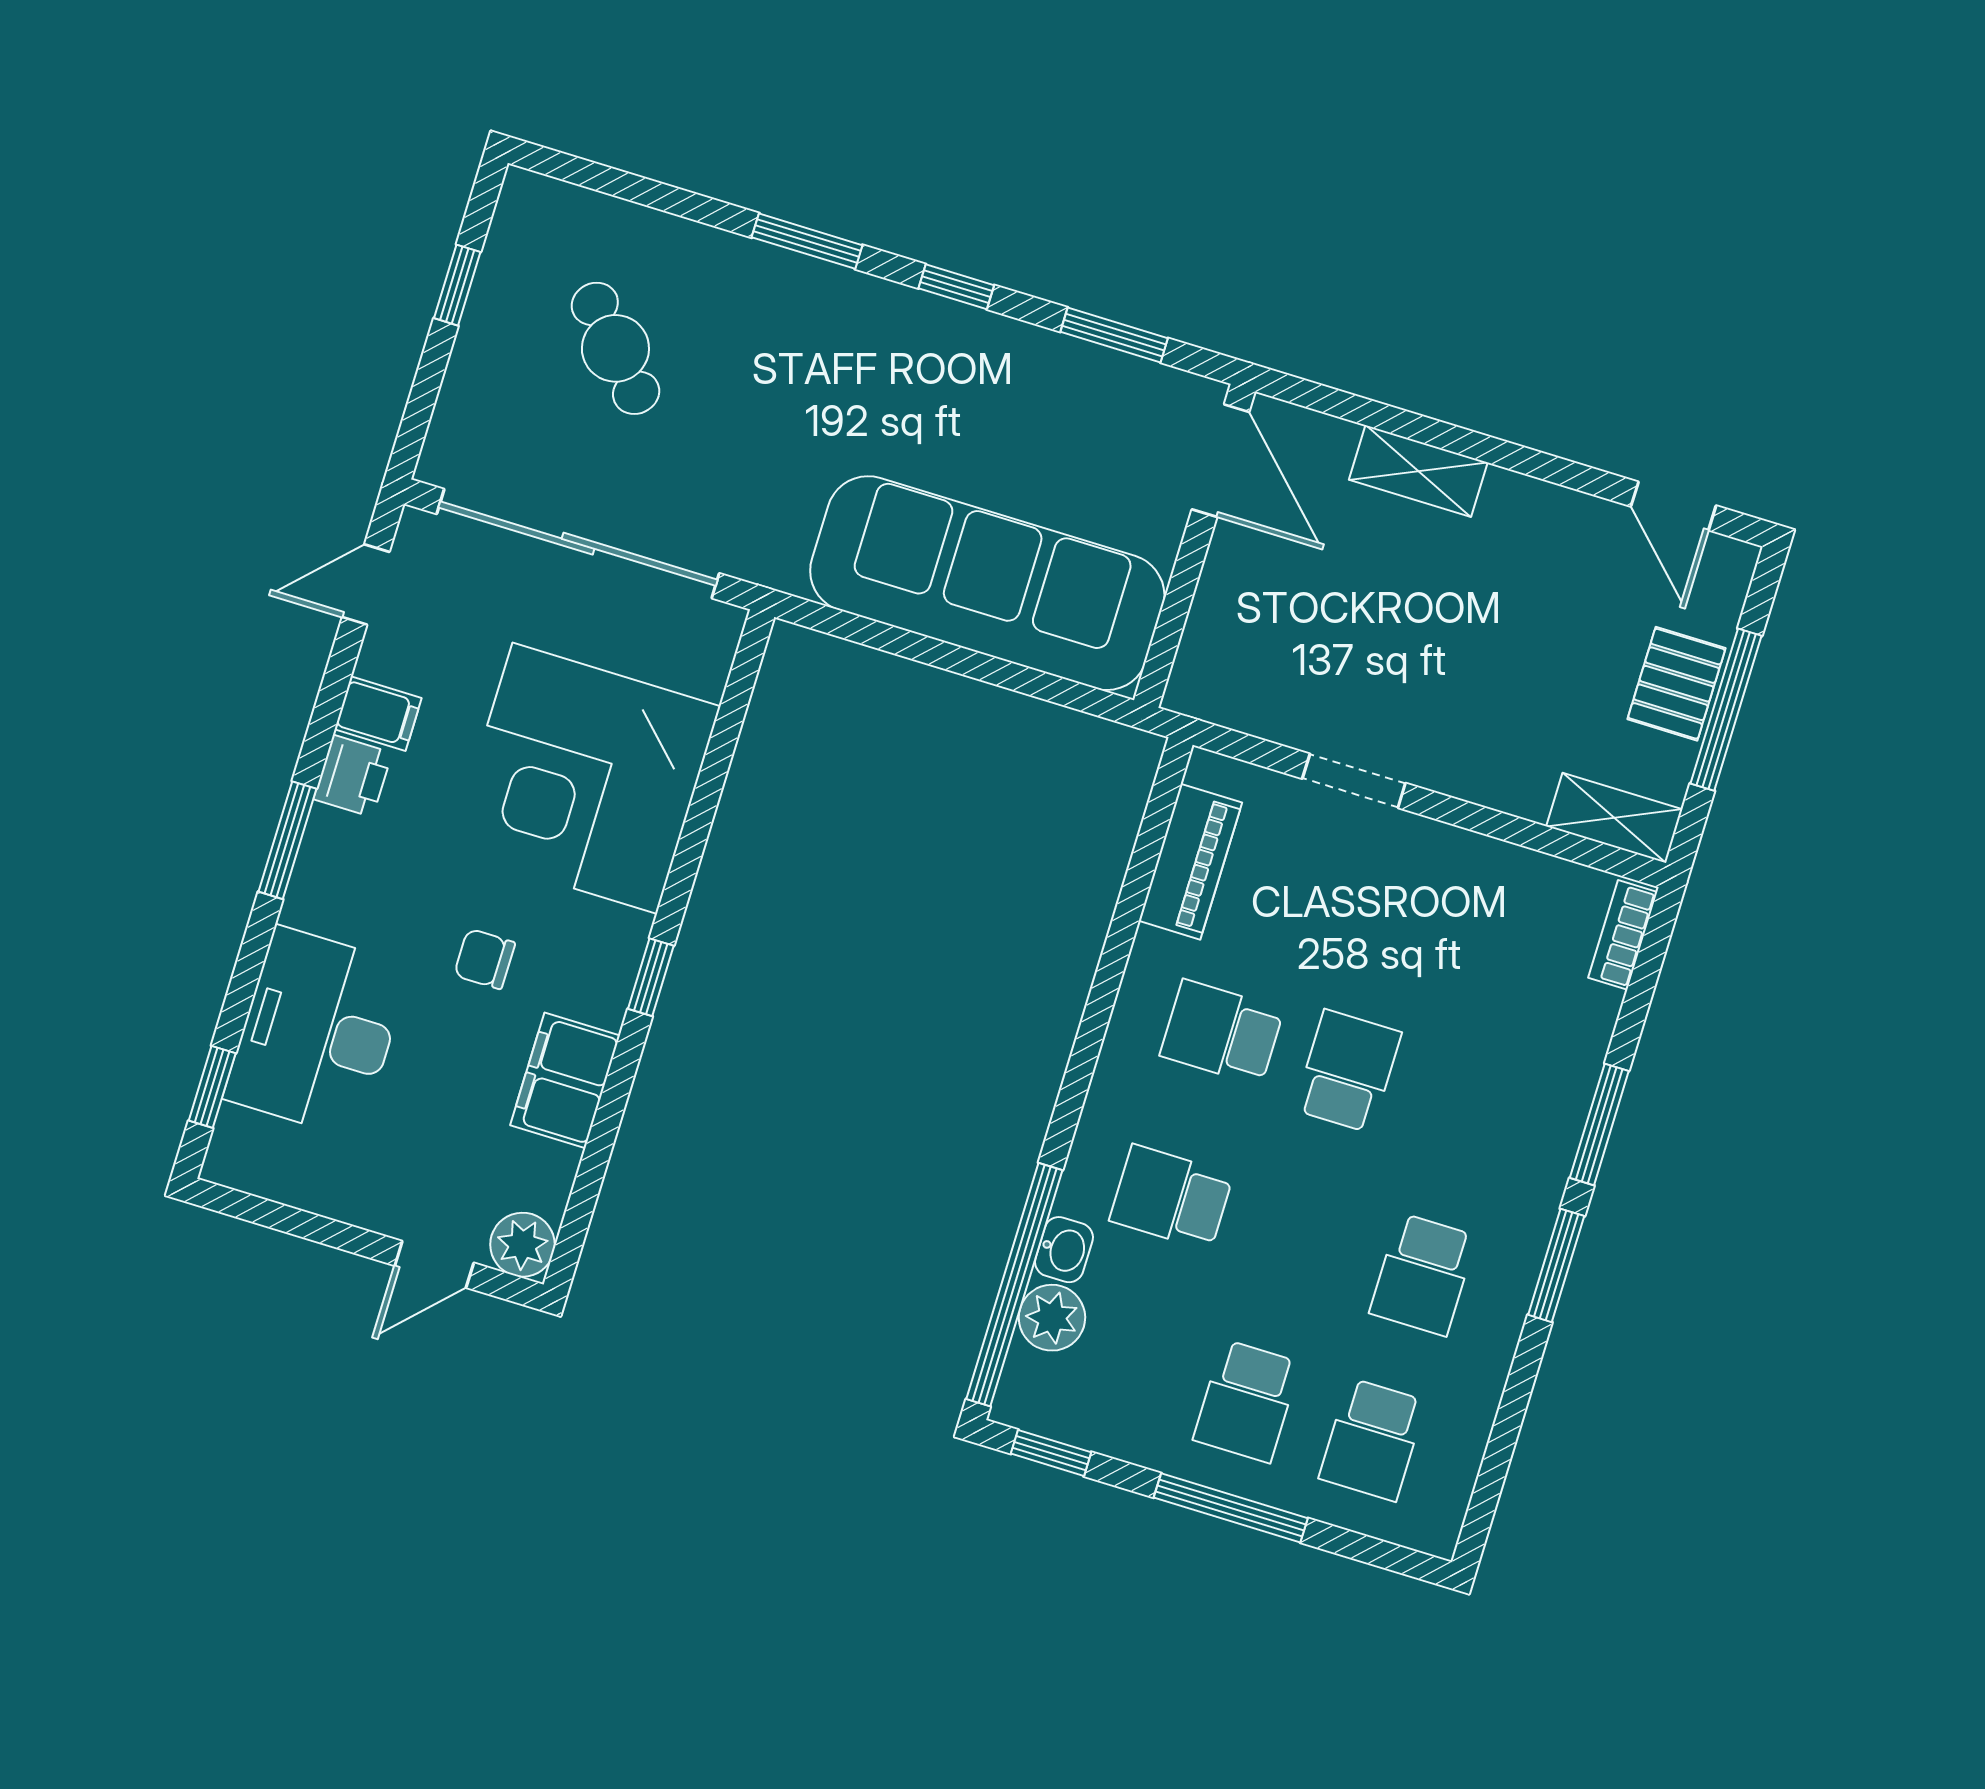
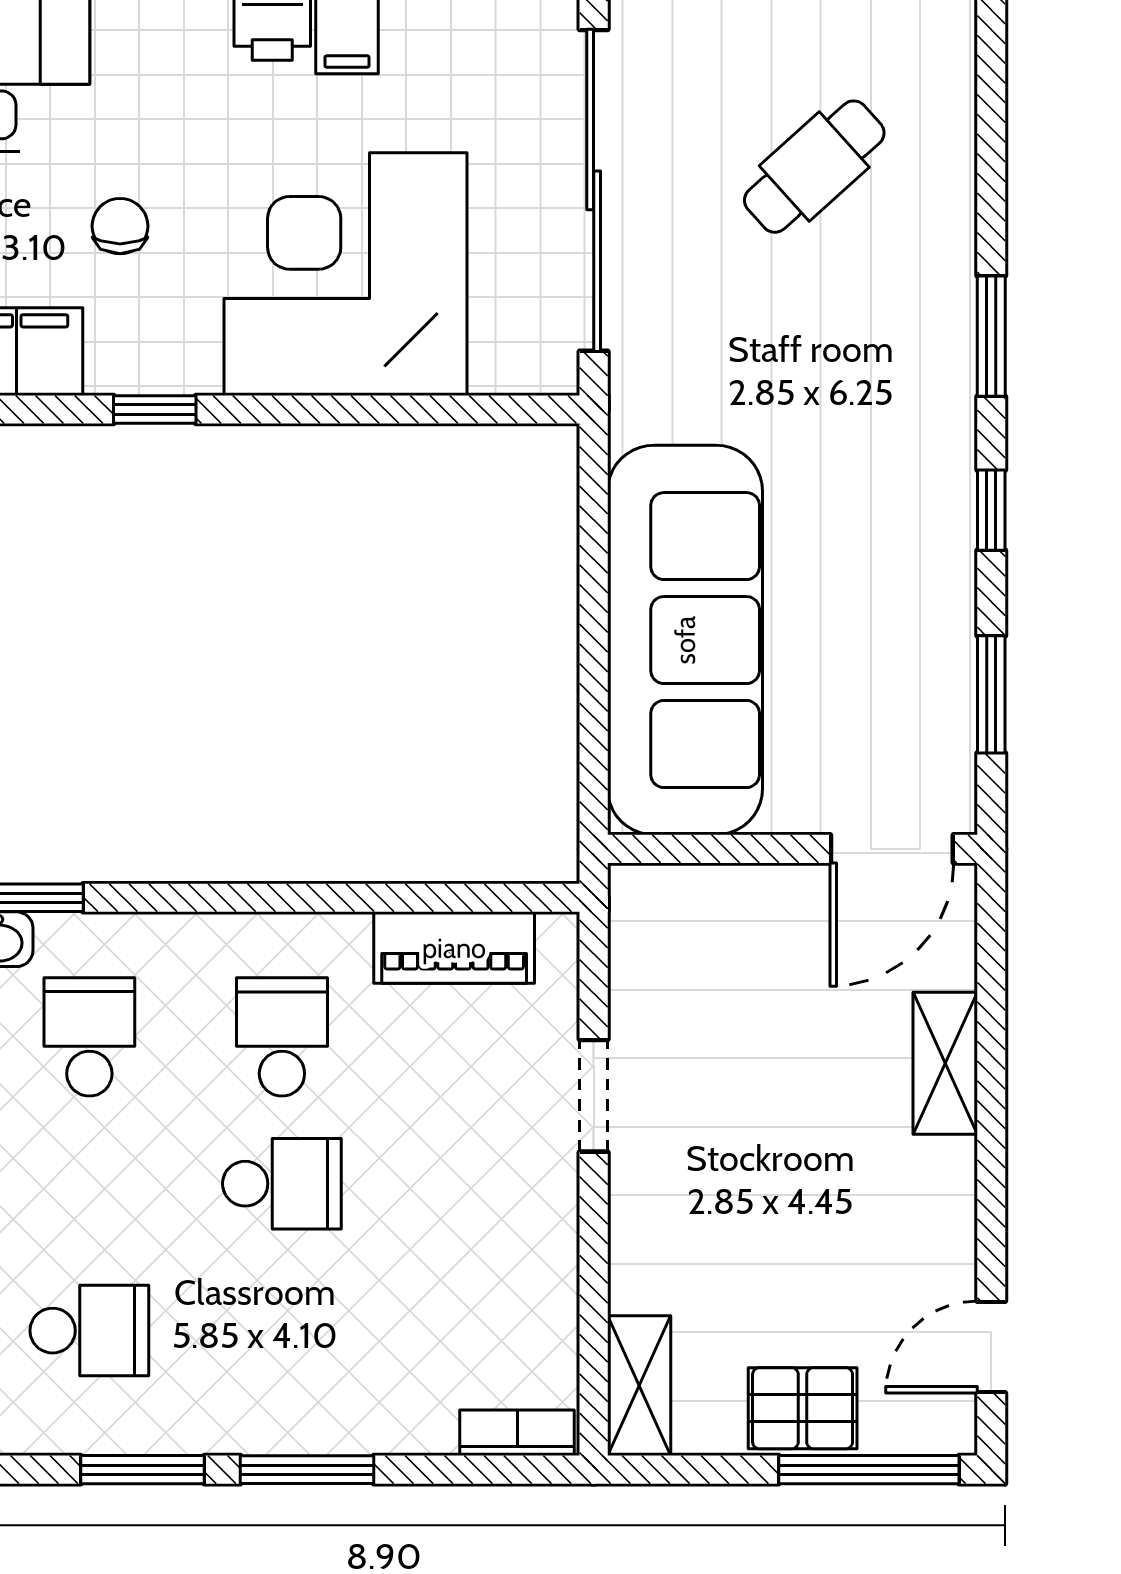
window: (1726, 710) -> (869, 1470), moved
school desk: (1423, 1275) -> (89, 1331), turned 180

